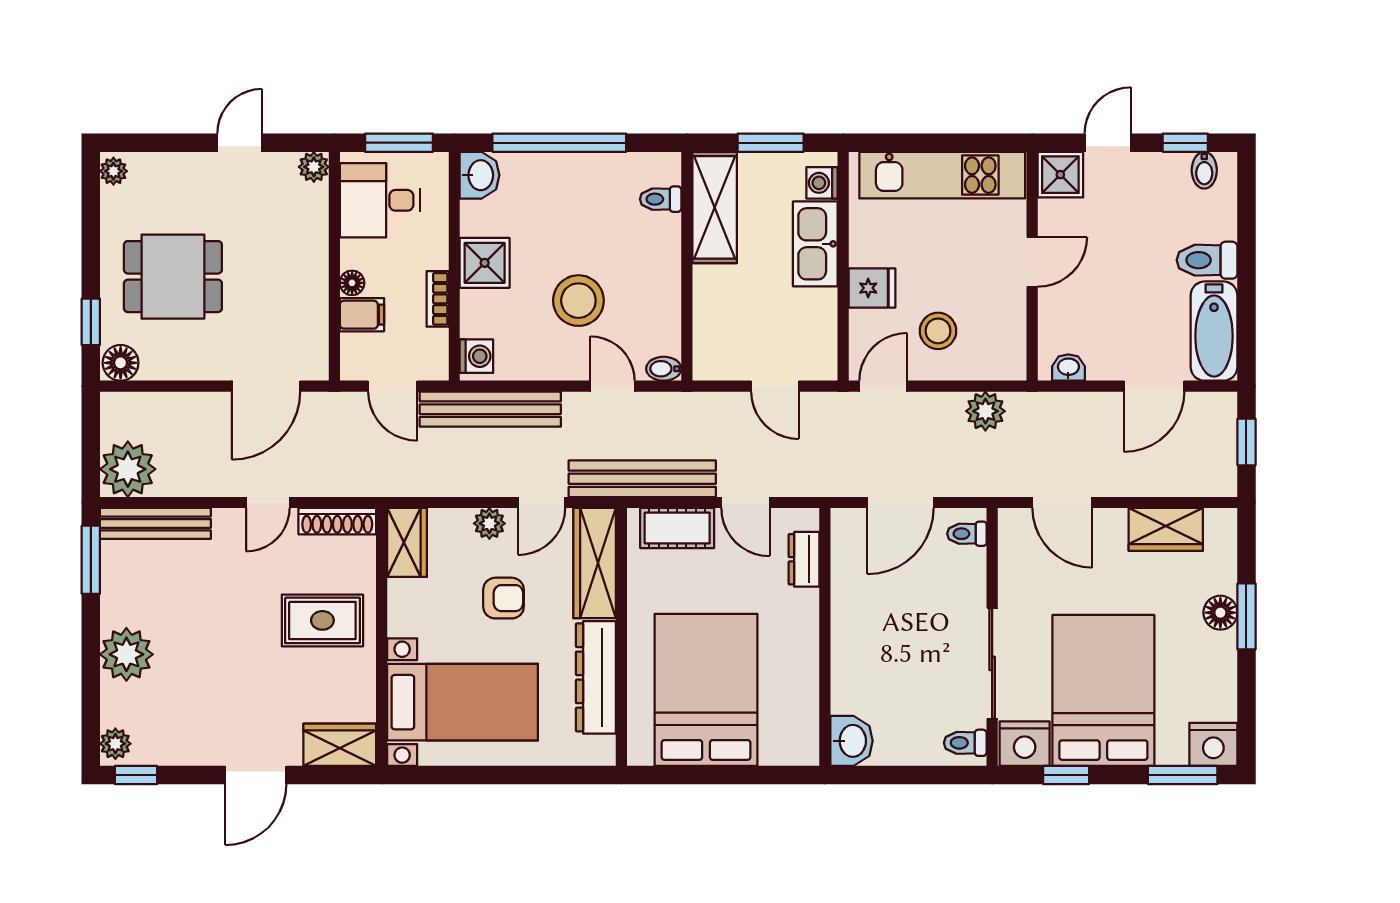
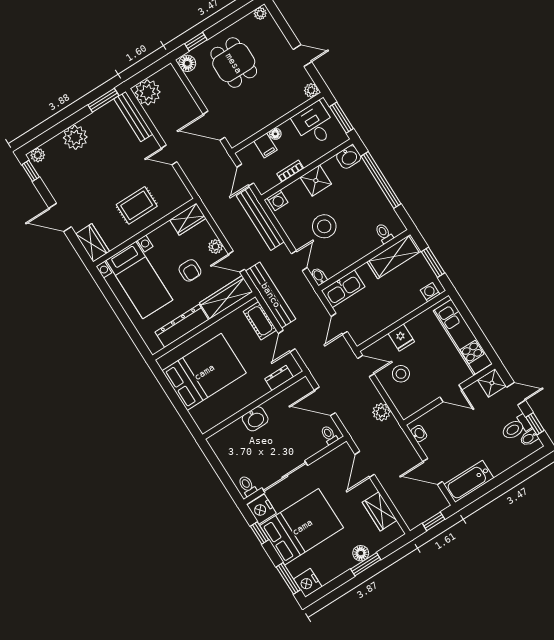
kitchen sink: (815, 244) -> (343, 289), moved, turned 180
toilet: (1207, 260) -> (516, 428), moved, turned -90
shoe rack: (337, 521) -> (179, 187), removed
rug: (322, 620) -> (137, 205), turned 90
washbasin: (852, 741) -> (255, 419), moved

